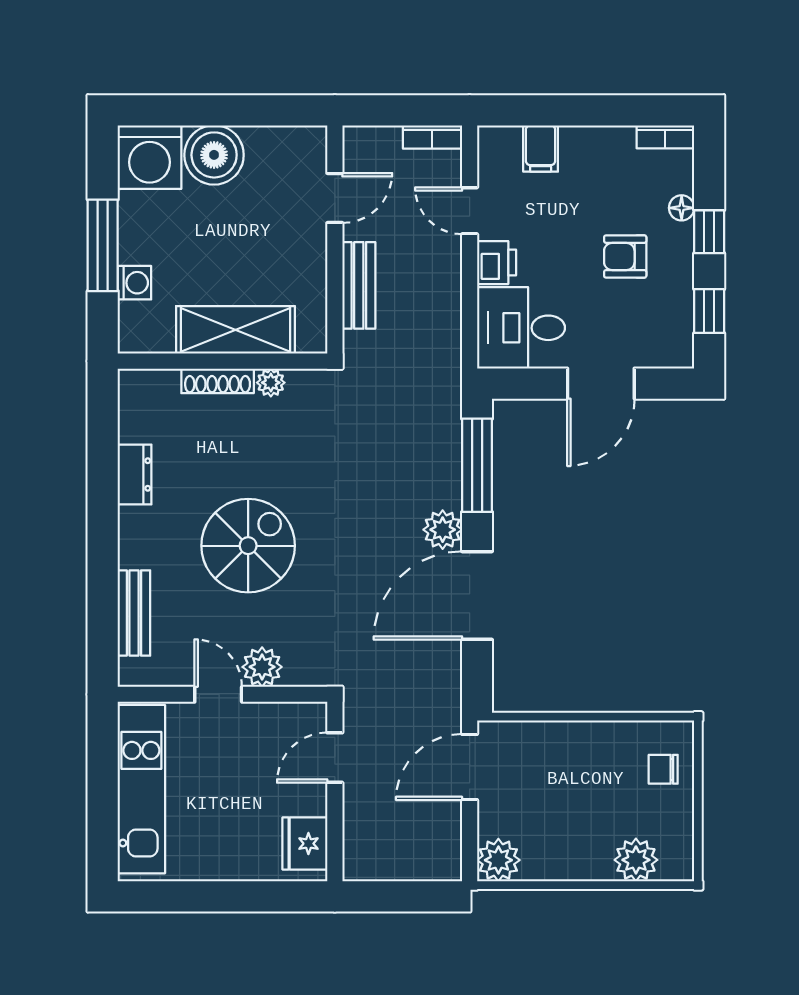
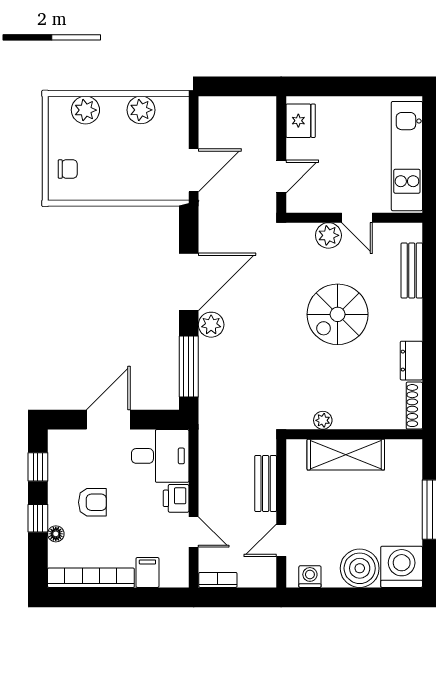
bookcase: (665, 137) -> (91, 578), width x2.31, depth x1.31
washing machine: (134, 283) -> (310, 577), moved, turned 90
shoe rack: (218, 381) -> (414, 406), moved, turned -90
plant: (498, 860) -> (141, 110), moved

